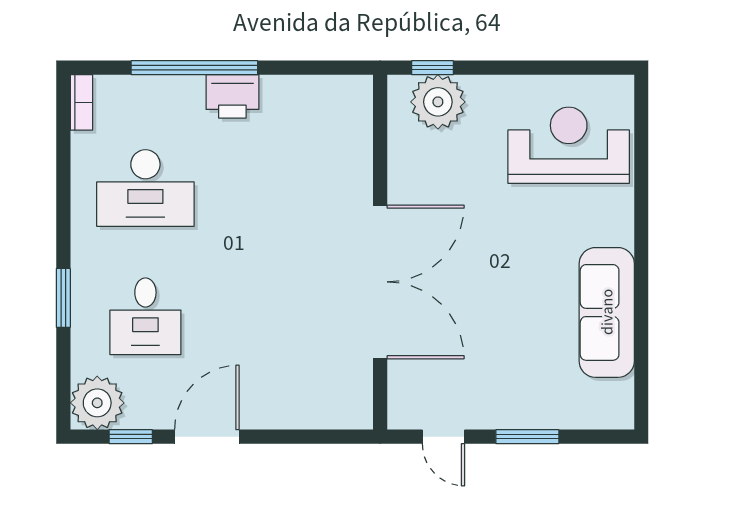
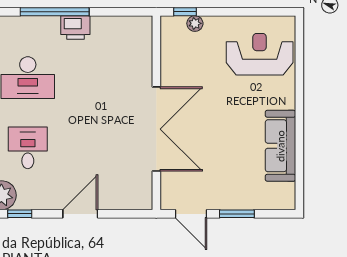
plant: (438, 102) -> (195, 23), width x0.53, depth x0.53
desk: (145, 316) -> (28, 148), turned 180
door: (207, 437) -> (80, 214), moved
door: (443, 437) -> (191, 214), width x1.38

